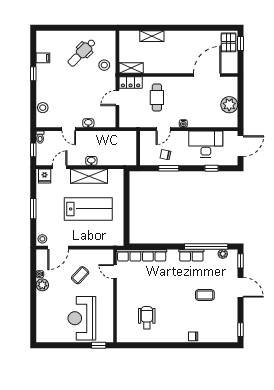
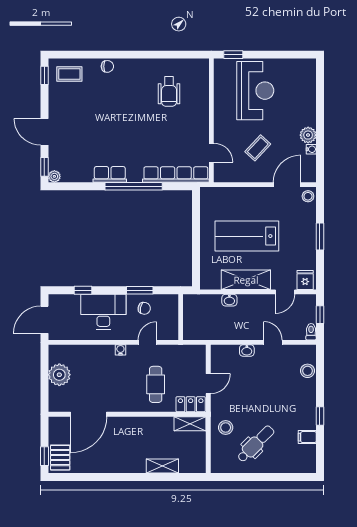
desk: (206, 144) -> (103, 312), moved, turned 180
washbasin: (91, 161) -> (229, 300), moved
window: (206, 246) -> (134, 186), moved
plant: (223, 254) -> (54, 176), moved
coffee table: (205, 295) -> (69, 74), moved

